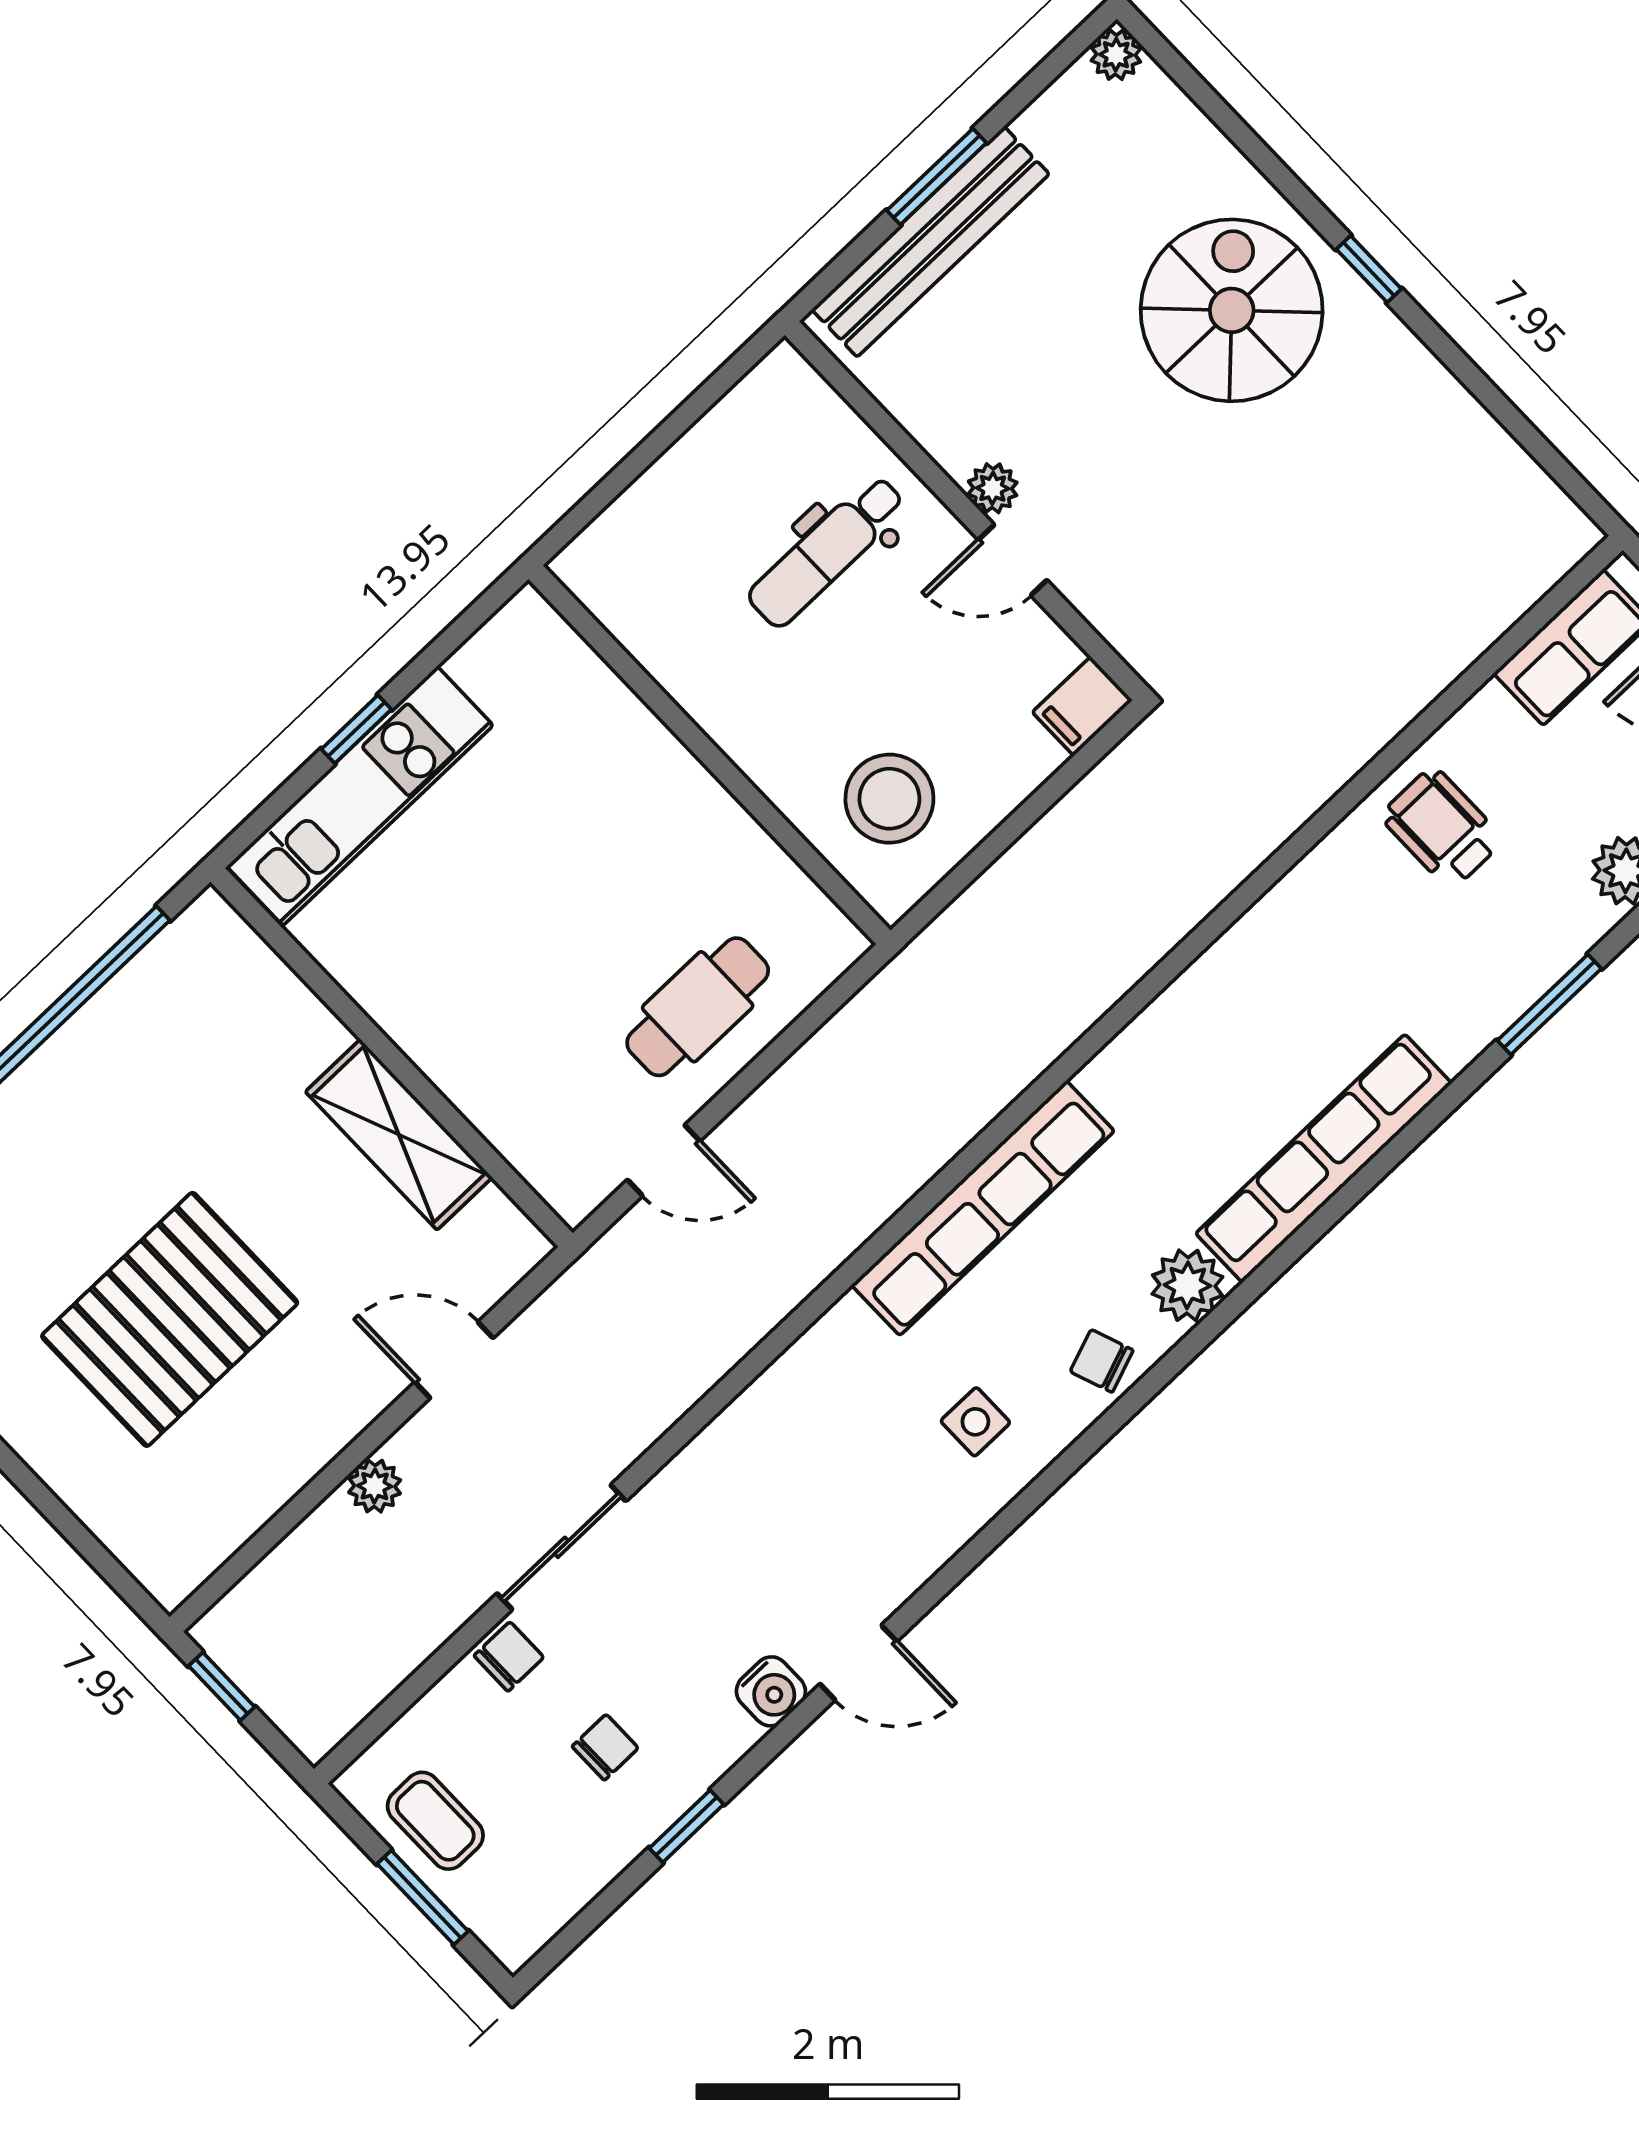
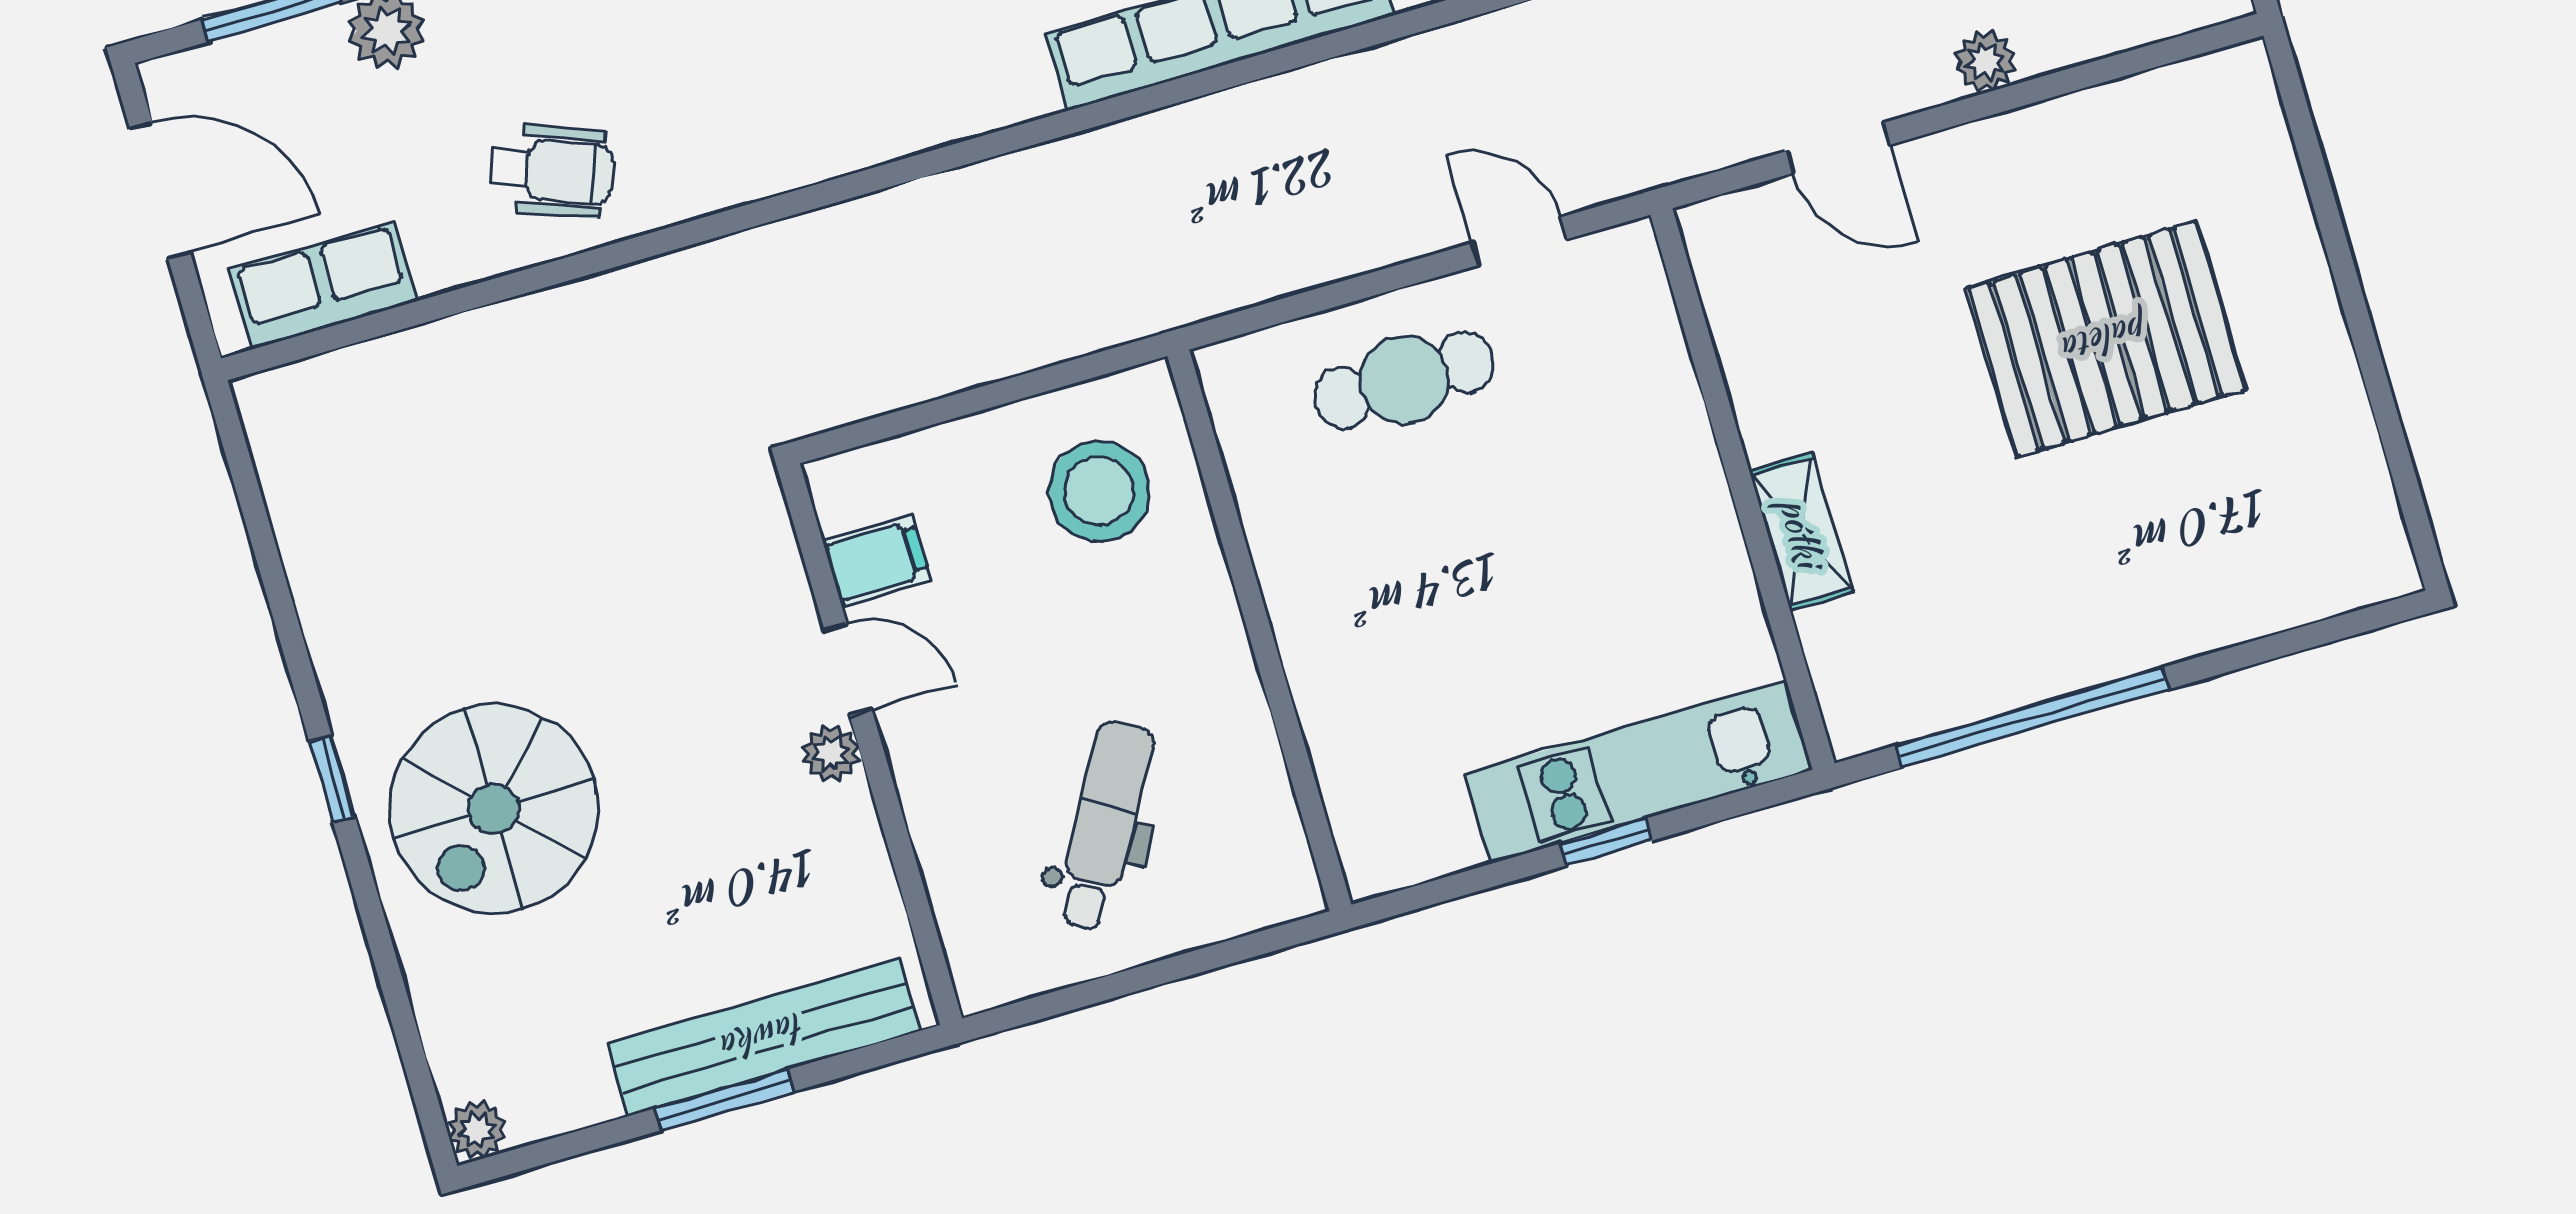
dental chair: (827, 551) -> (1104, 826), moved, turned -60
filing cabinet: (1082, 706) -> (876, 560), moved
wheelchair: (1442, 828) -> (552, 171), turned -69
shelving: (399, 1135) -> (1801, 532), moved, width x0.67, depth x0.75

